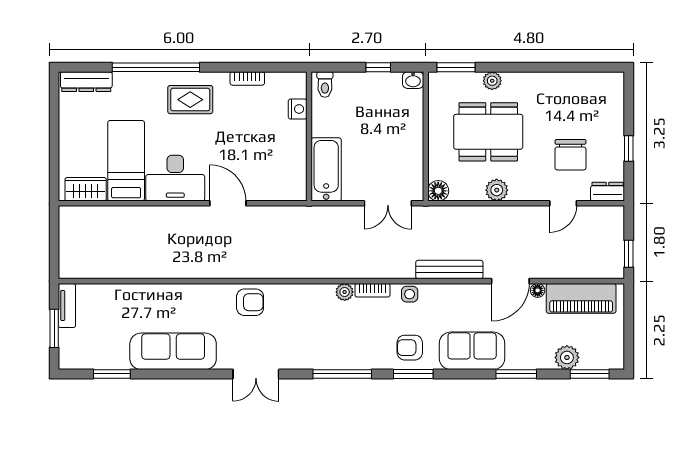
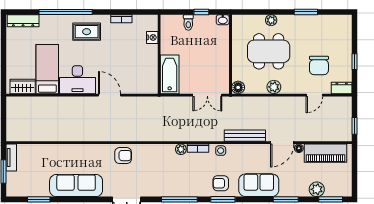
window: (456, 67) -> (306, 12), moved
toilet: (325, 84) -> (188, 22), moved

